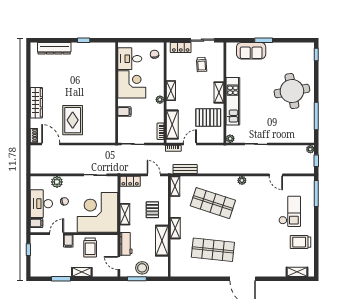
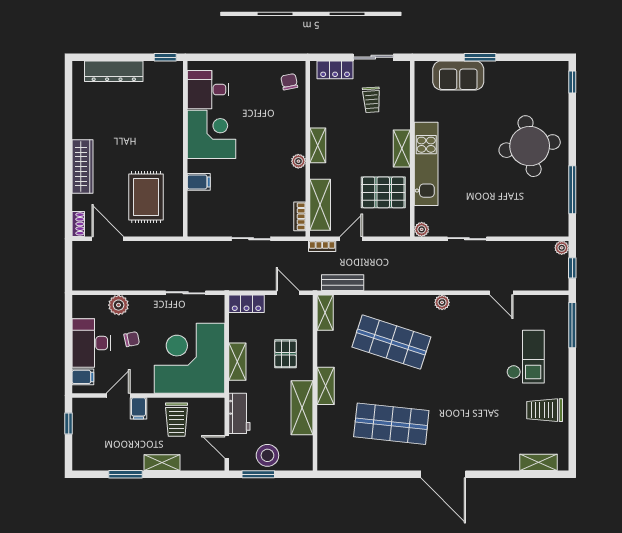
desk: (130, 59) -> (208, 90), moved
corner desk: (132, 84) -> (212, 134), moved
wall: (117, 93) -> (185, 149), moved
filing cabinet: (124, 112) -> (199, 182), moved

